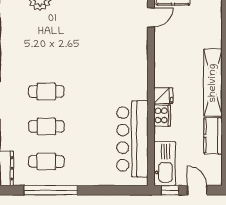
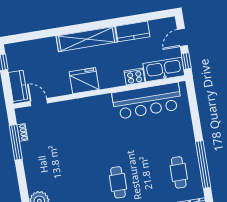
fridge: (163, 96) -> (84, 81), moved, width x1.88, depth x1.34
cooker: (162, 115) -> (135, 76), moved
cafe table: (46, 126) -> (148, 177), removed

